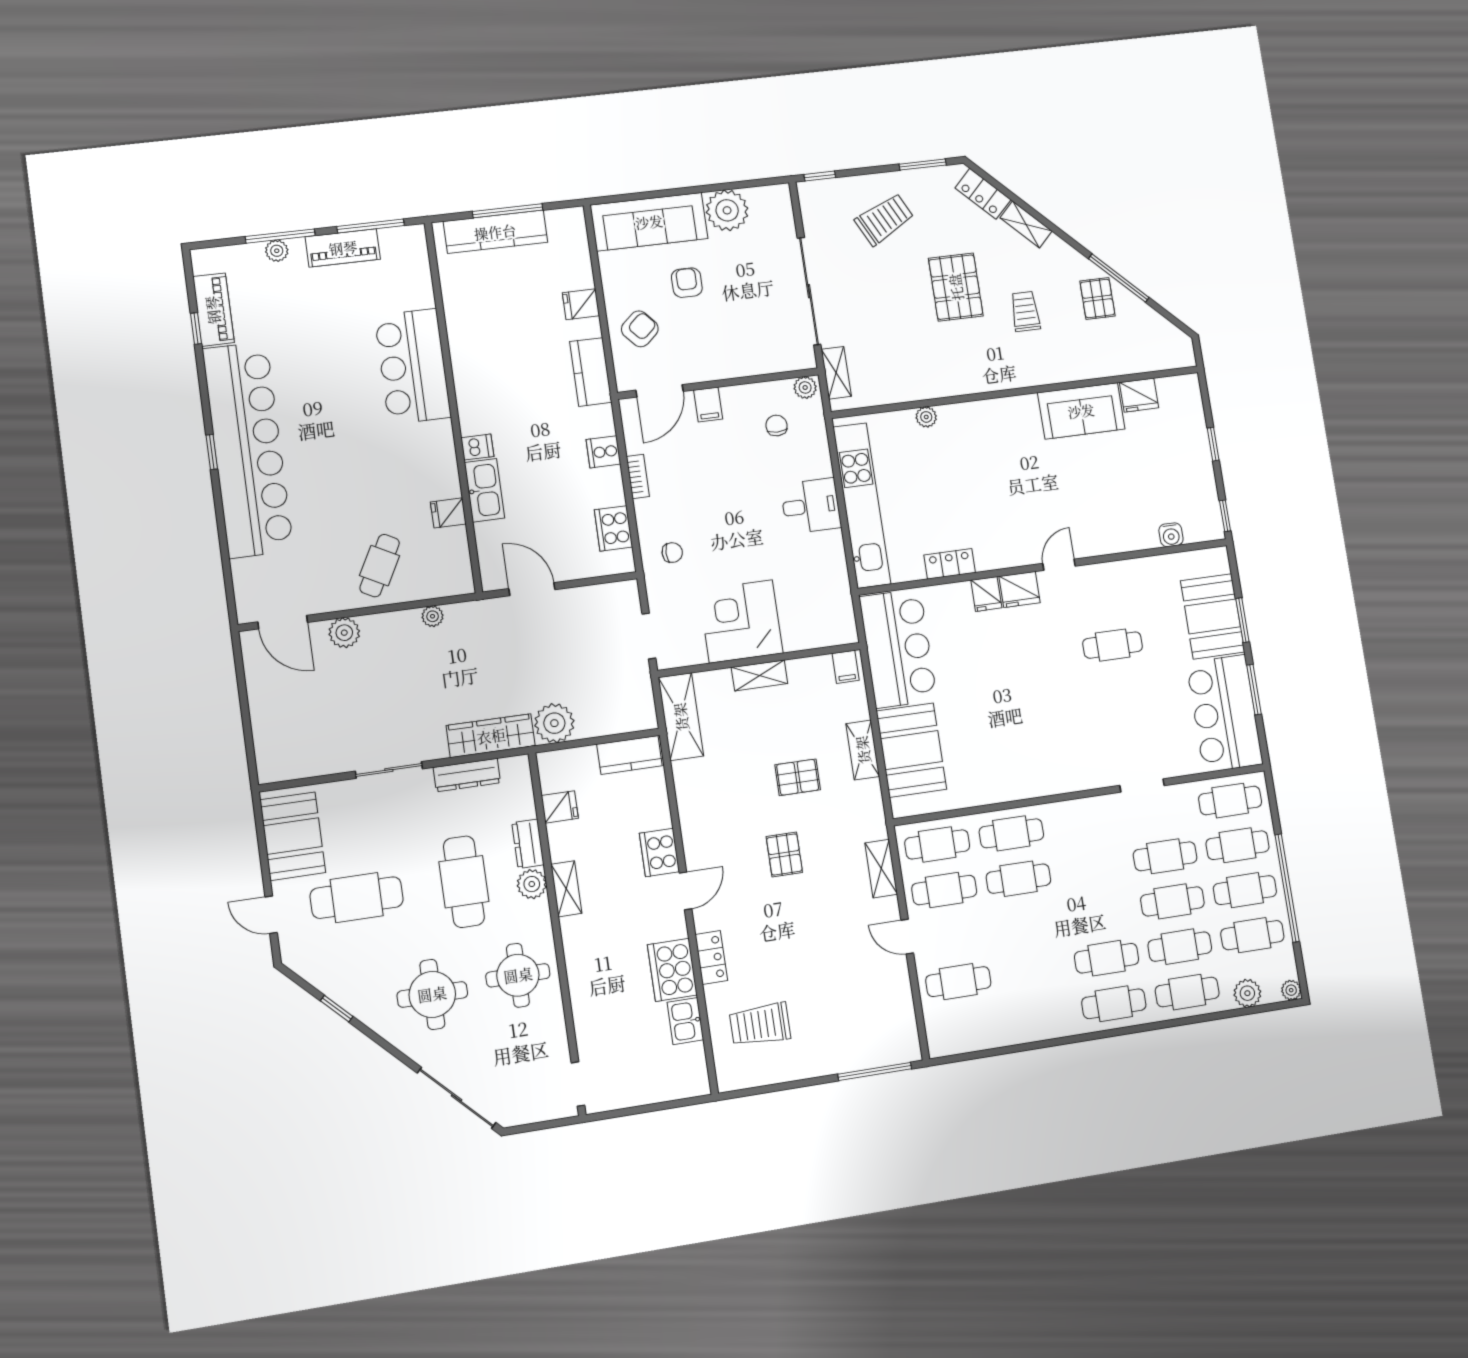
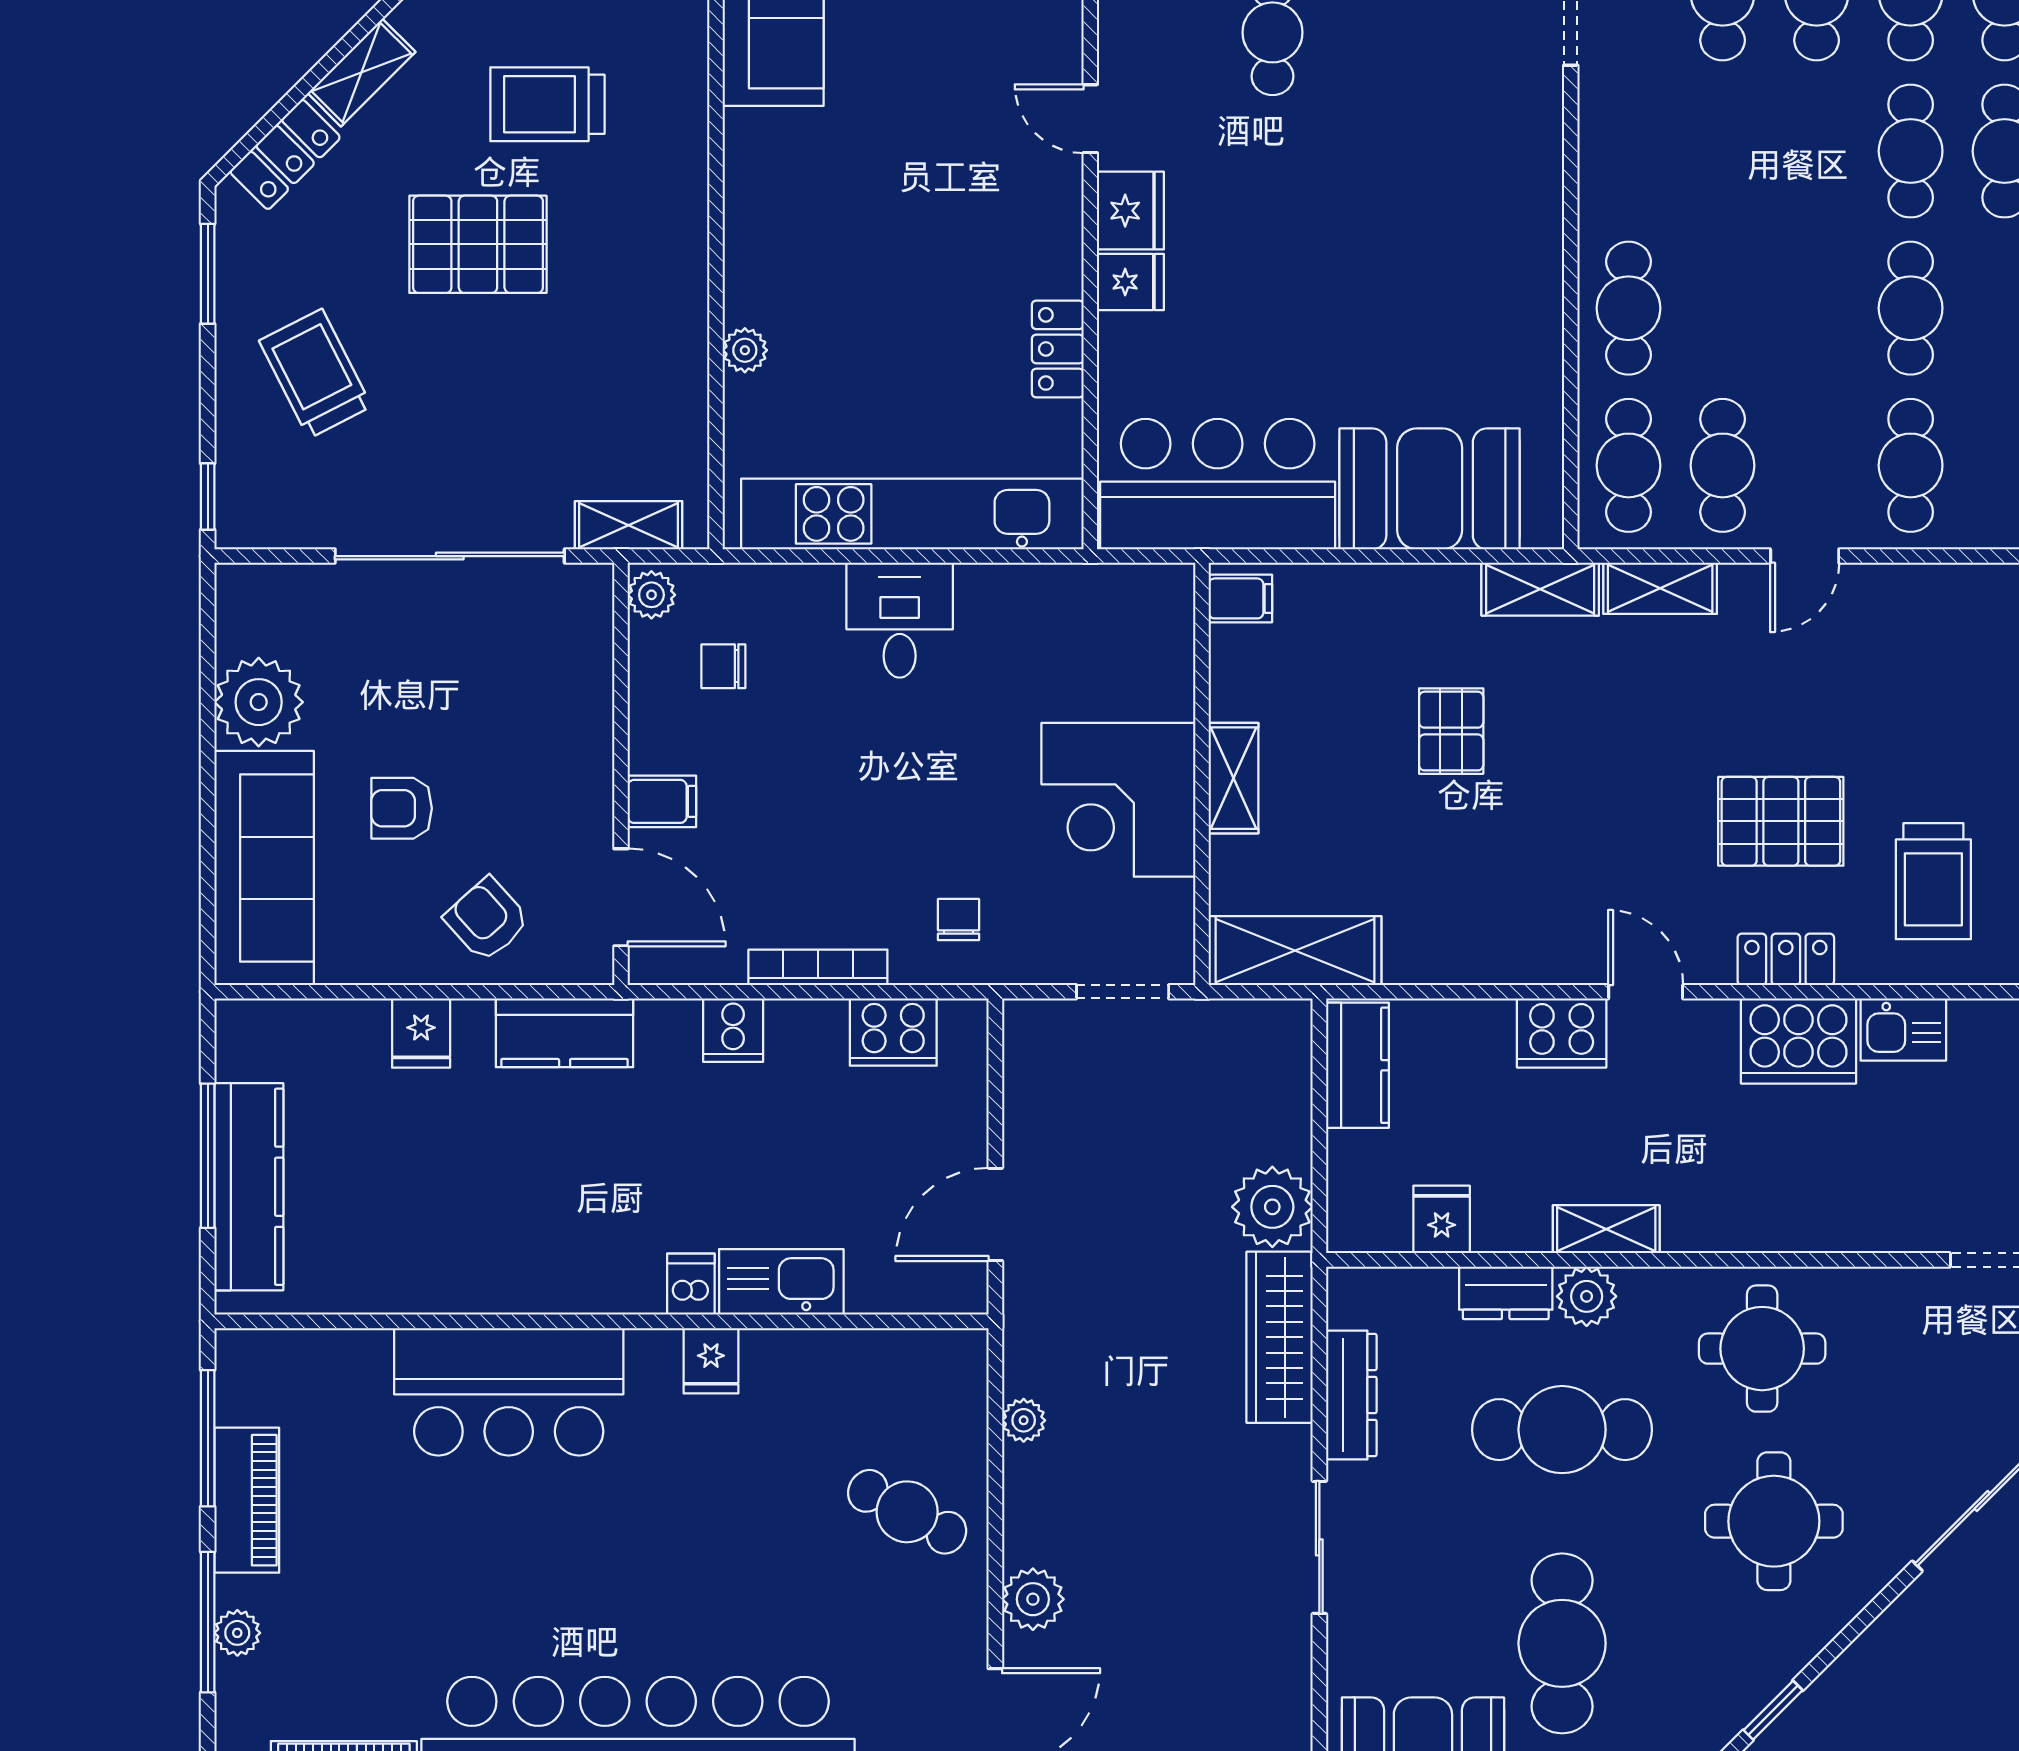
trolley: (1025, 311) -> (547, 104), width x1.36, depth x1.39
bookcase: (638, 476) -> (818, 967), width x1.56
fridge: (448, 513) -> (711, 1361), moved
shelving: (863, 750) -> (1540, 589), moved
pallet: (784, 854) -> (1781, 821), moved, width x1.50, depth x1.42
cafe table: (1018, 879) -> (1911, 308), moved

